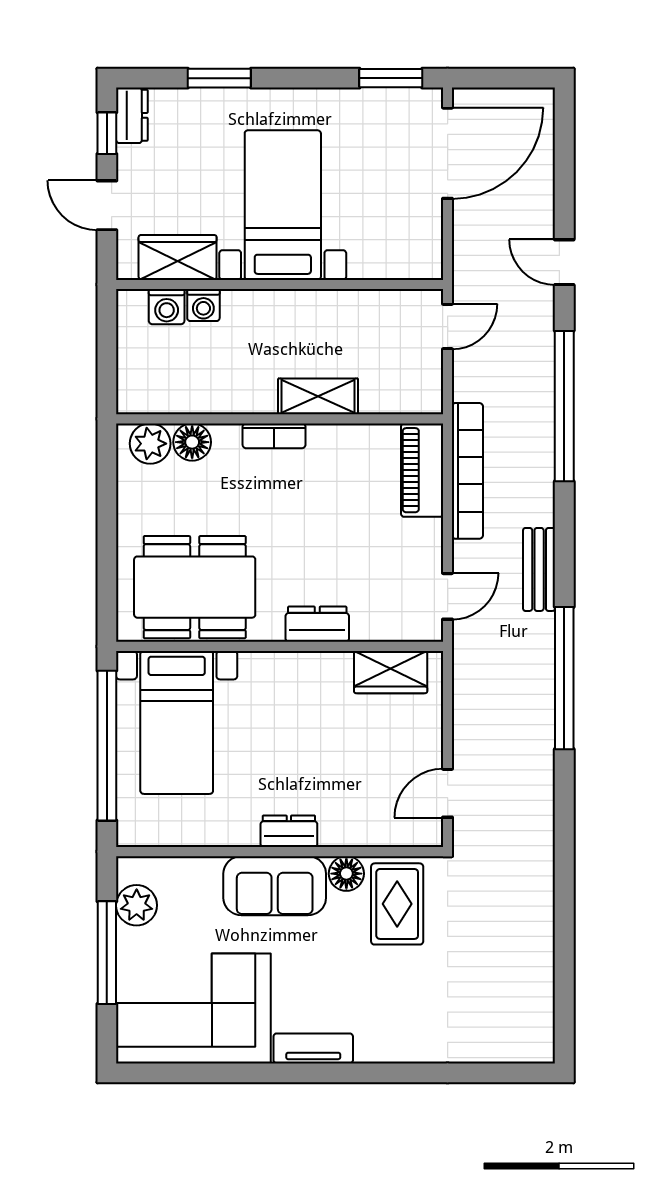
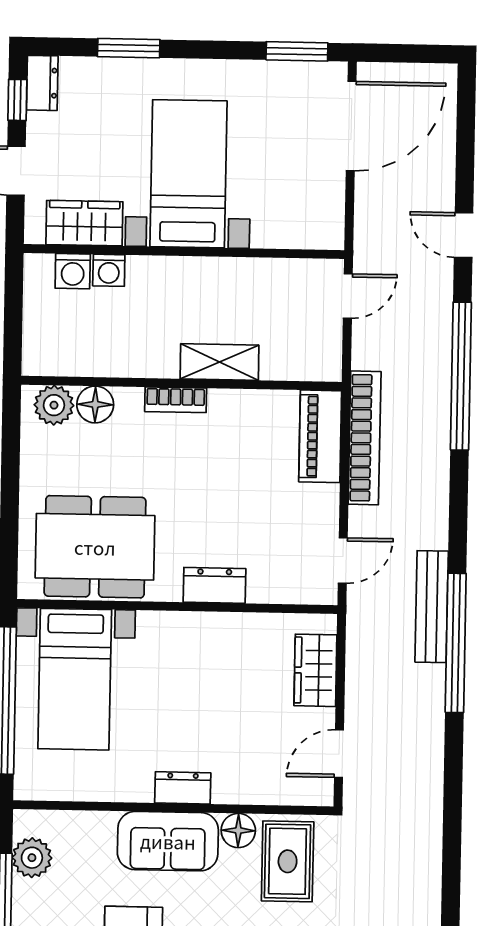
bench: (539, 569) -> (432, 607), moved, width x1.36
wardrobe: (391, 672) -> (315, 670), moved, turned 90

